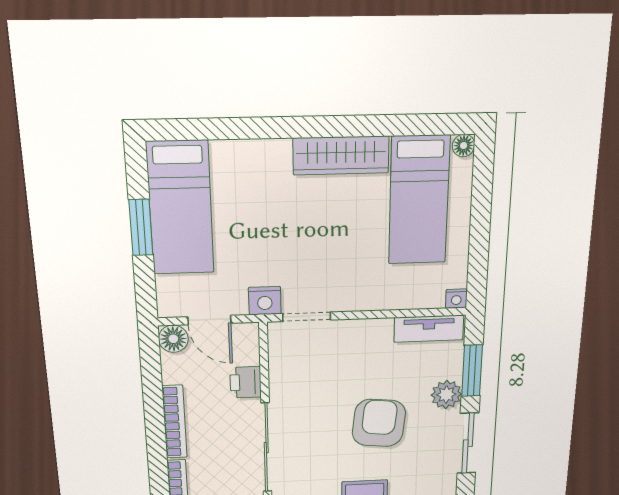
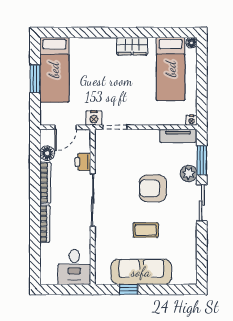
wardrobe: (341, 155) -> (132, 46), width x0.67
door: (209, 320) -> (66, 127), hinge flipped
floor lamp: (173, 339) -> (47, 153), moved
armchair: (379, 423) -> (153, 188), turned -96

